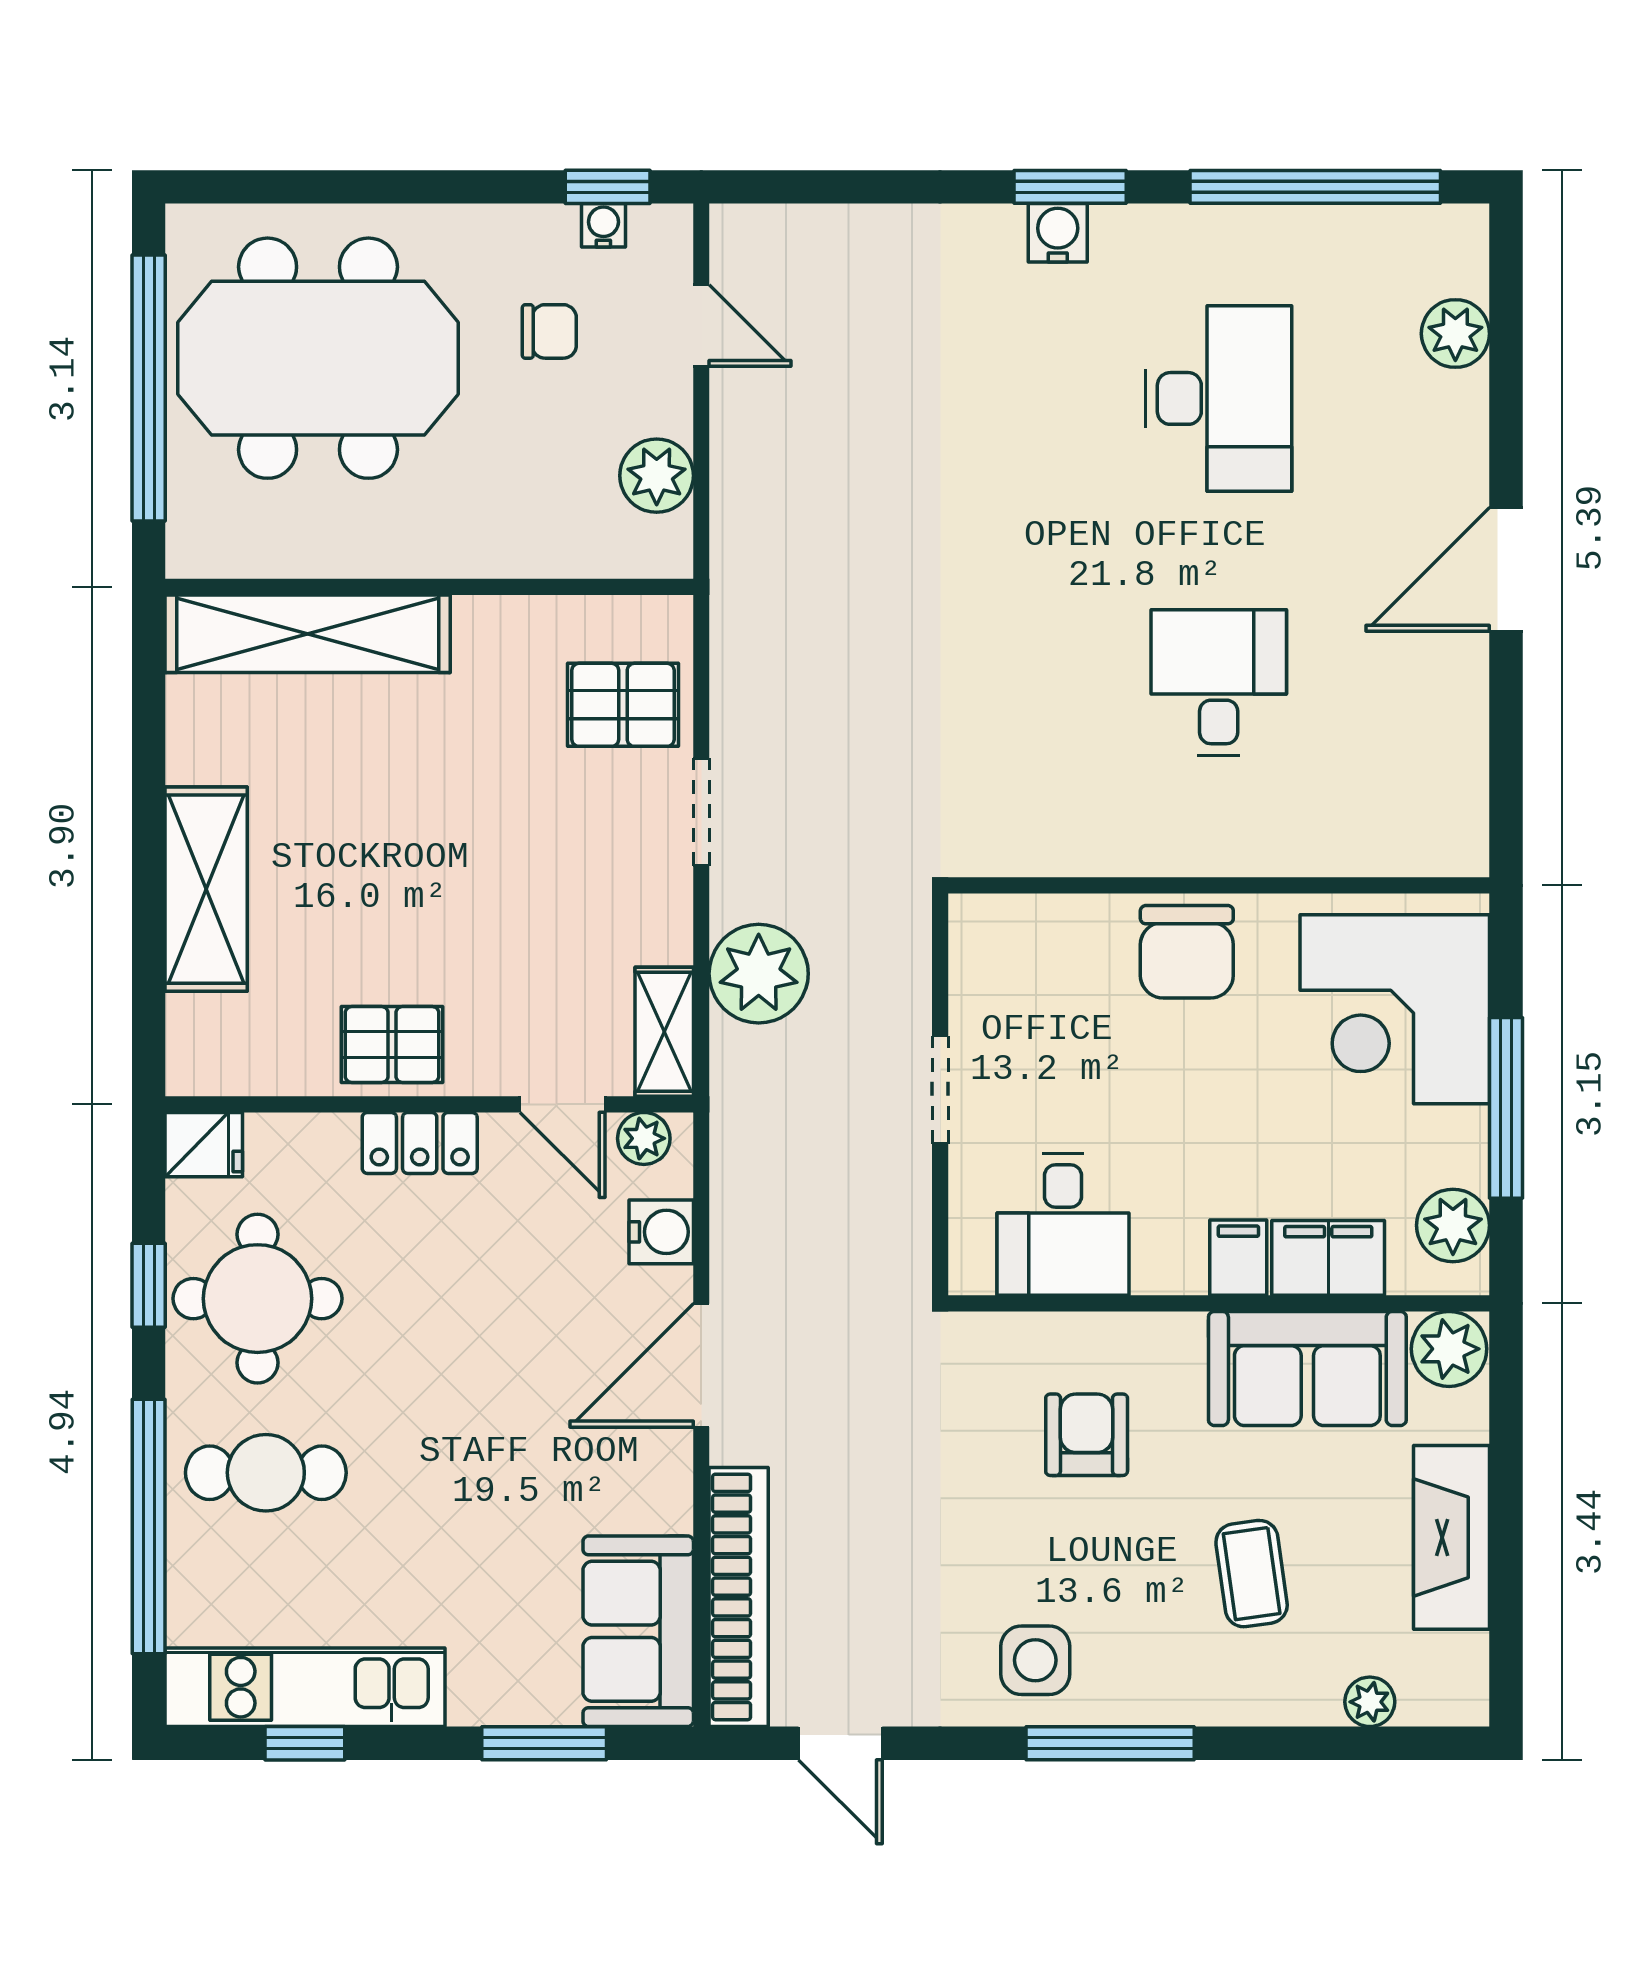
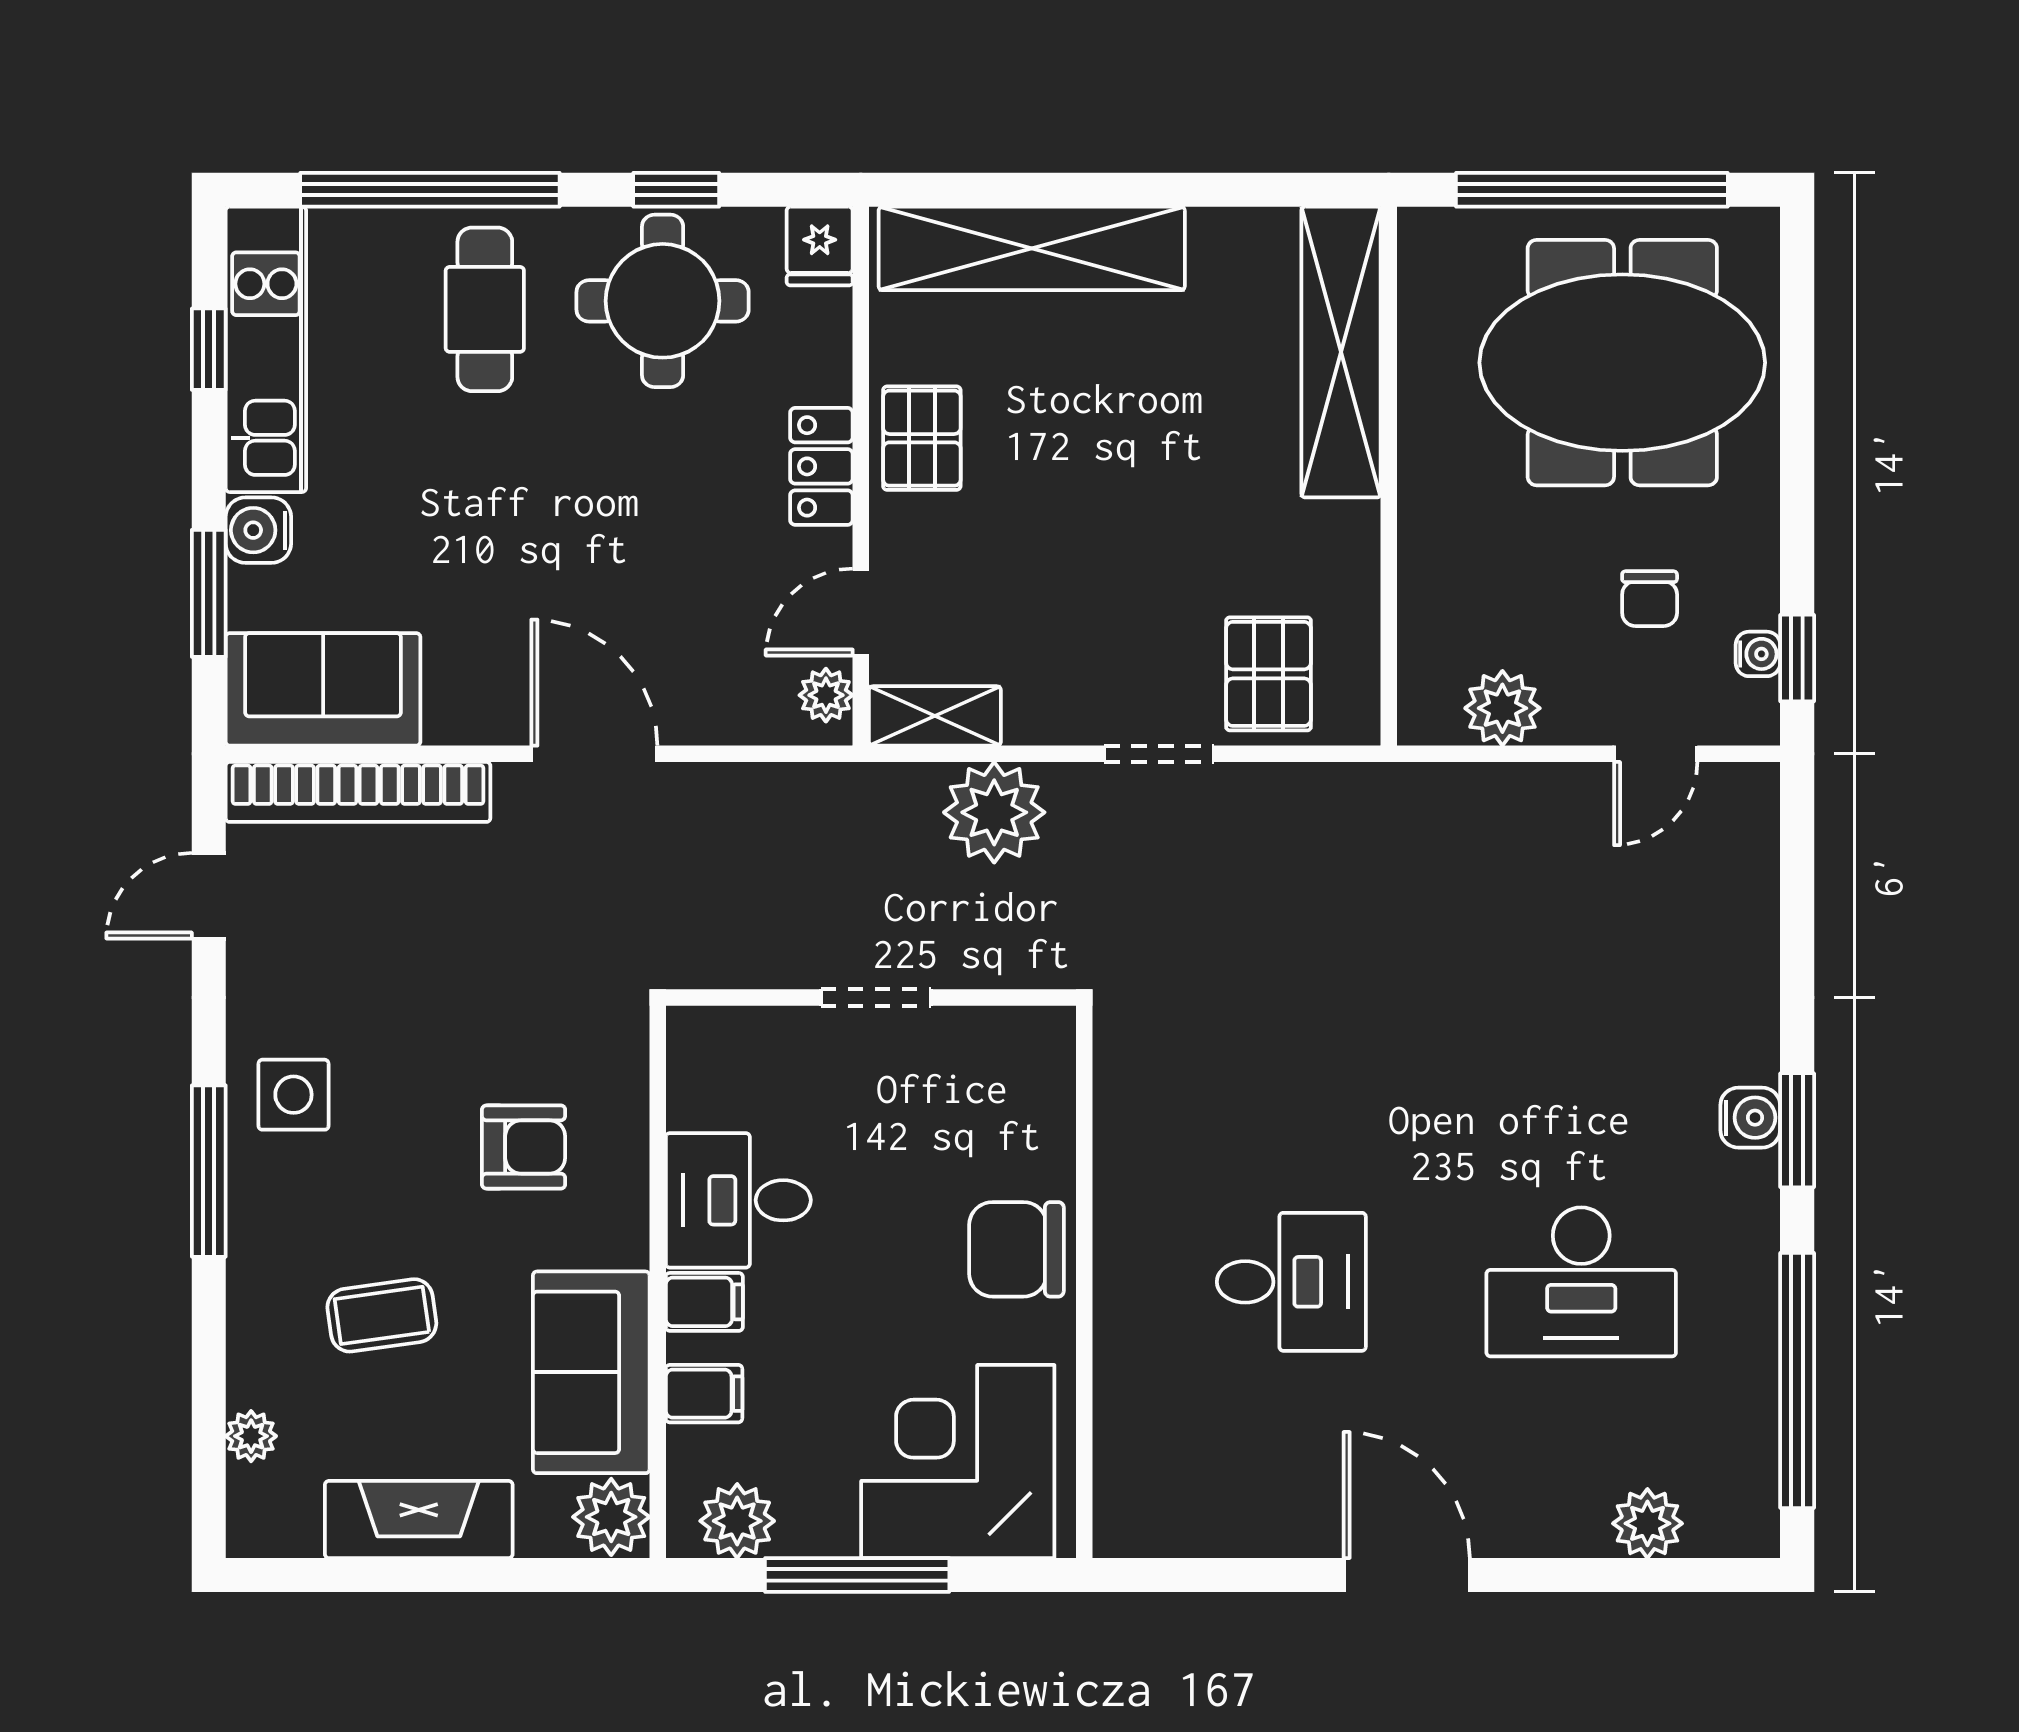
meeting table: (318, 358) -> (1622, 363), turned 90
shelving: (206, 889) -> (1032, 248), width x1.47
desk: (1063, 1224) -> (738, 1200), moved
water cooler: (661, 1232) -> (258, 530), moved, turned 90
filing cabinet: (1328, 1258) -> (704, 1394), width x0.50

